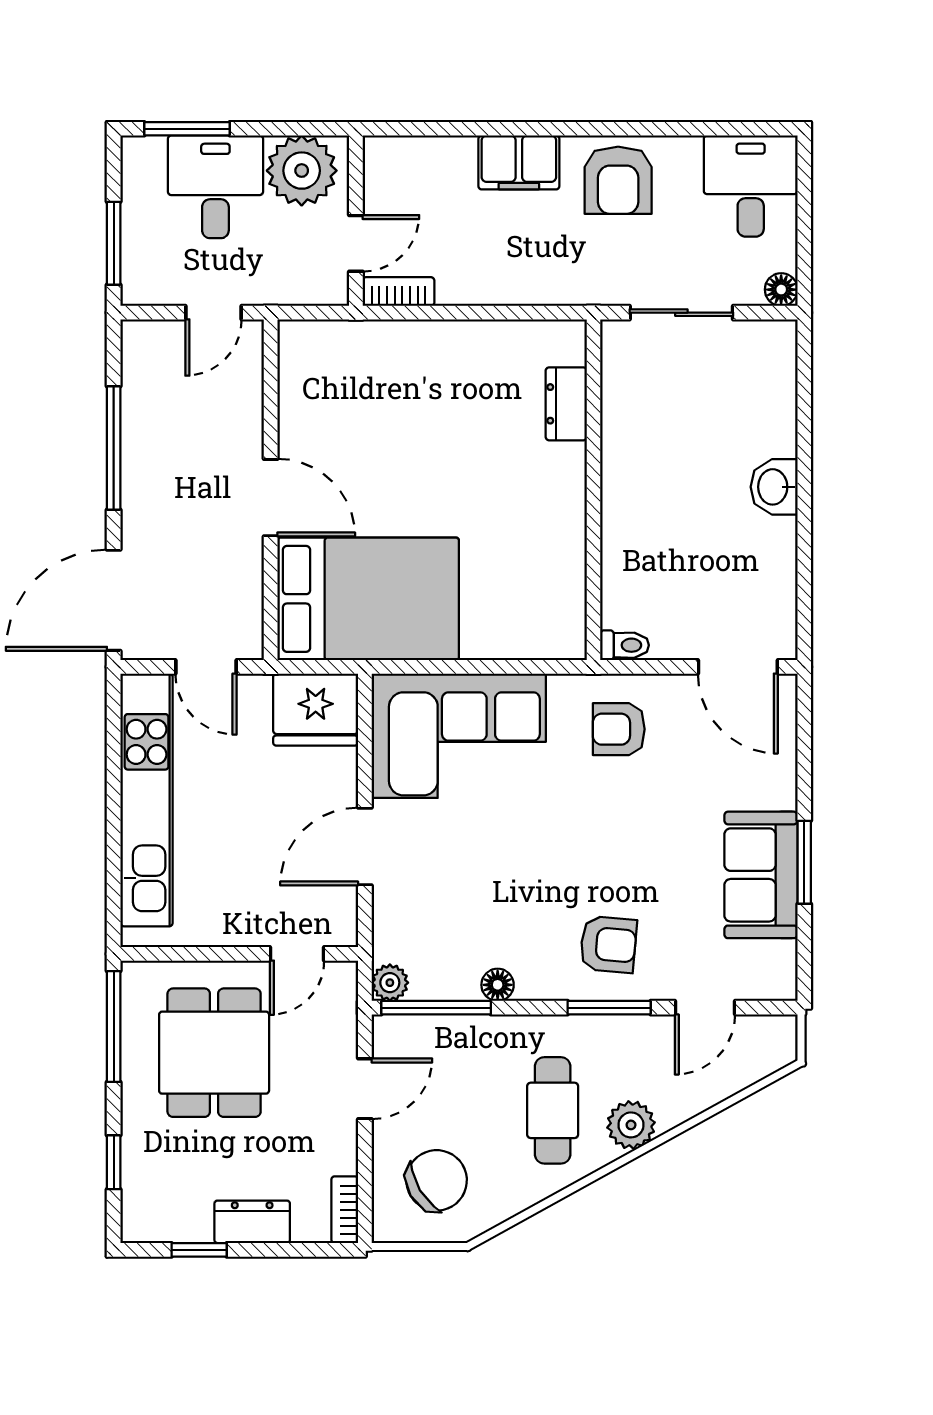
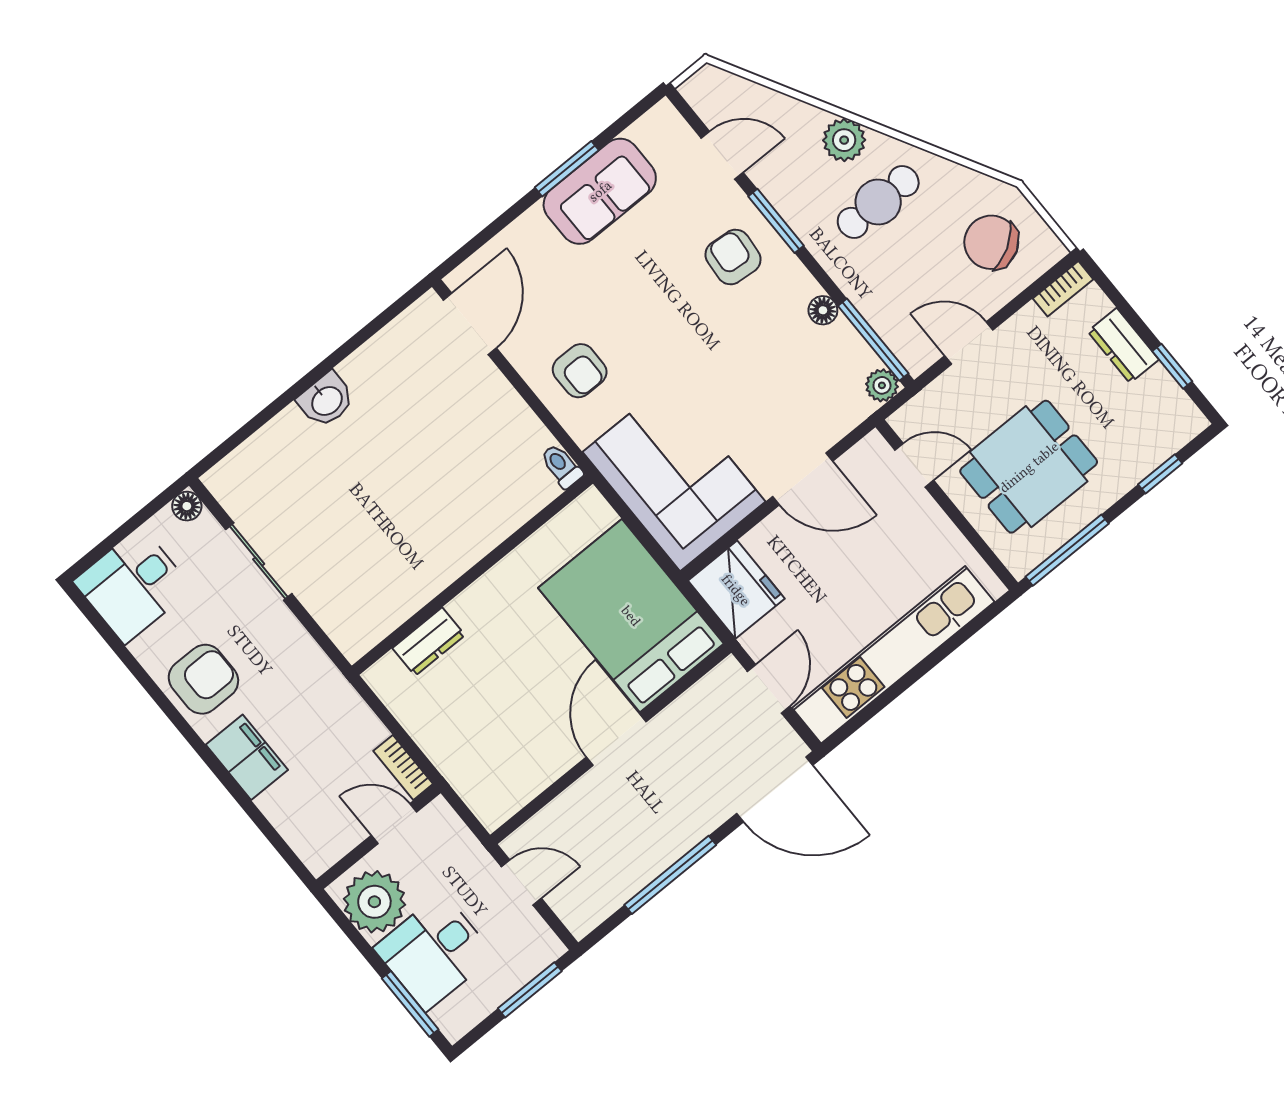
dresser: (566, 404) -> (429, 642), moved
wall: (594, 490) -> (472, 575), moved
toilet: (625, 645) -> (561, 466), moved

